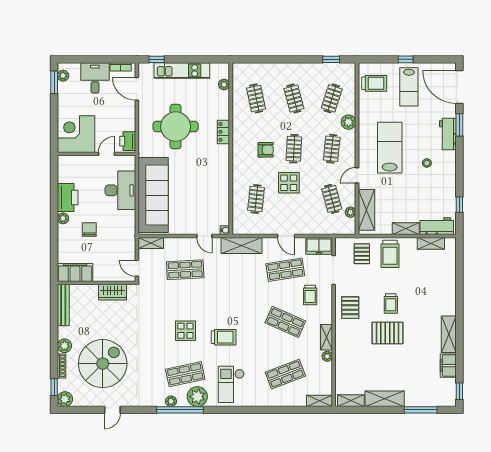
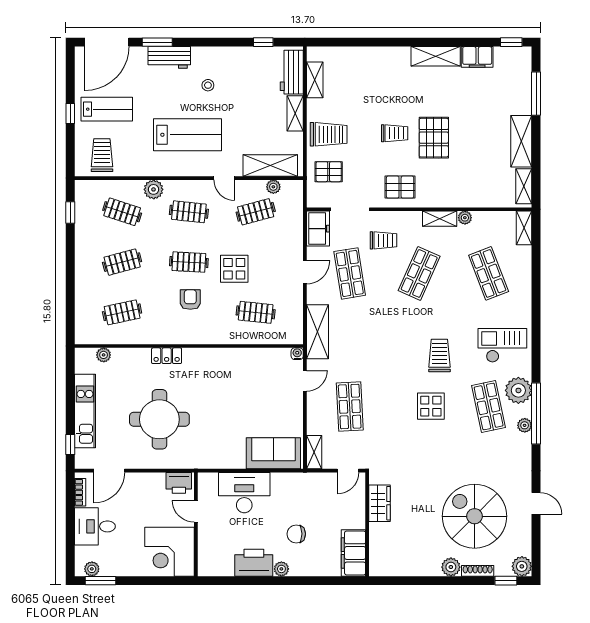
lab bench: (390, 148) -> (187, 135), turned 180
sofa: (153, 195) -> (273, 453), width x0.54, depth x0.79
bench: (63, 305) -> (397, 569), removed
checkout: (231, 384) -> (502, 345), turned 180

